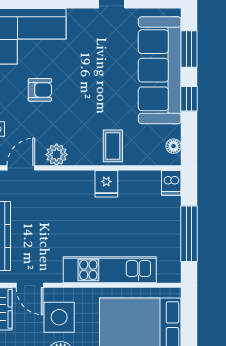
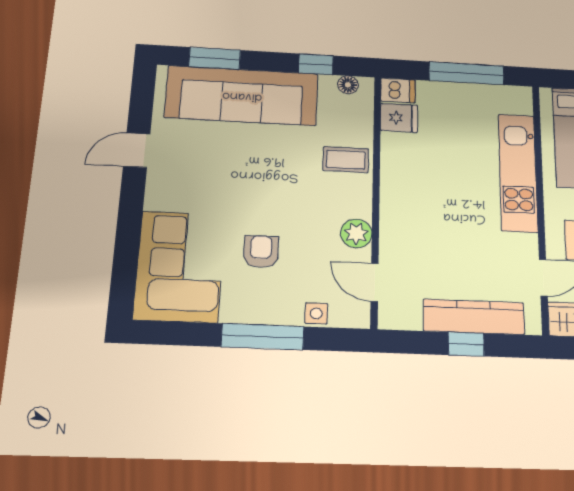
window: (189, 99) -> (316, 64), moved
fridge: (106, 184) -> (399, 118), moved

